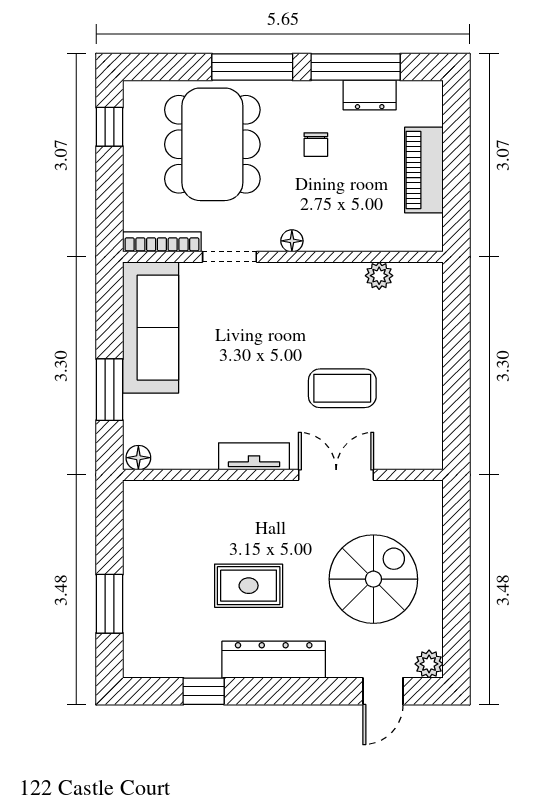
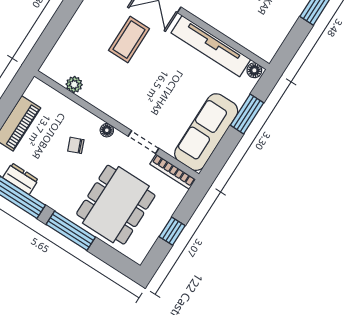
window: (109, 127) -> (172, 231), moved
chair: (316, 145) -> (76, 145), moved, turned -112
coffee table: (342, 388) -> (129, 40), turned 90
tv unit: (254, 456) -> (211, 46), width x1.92, depth x1.29

